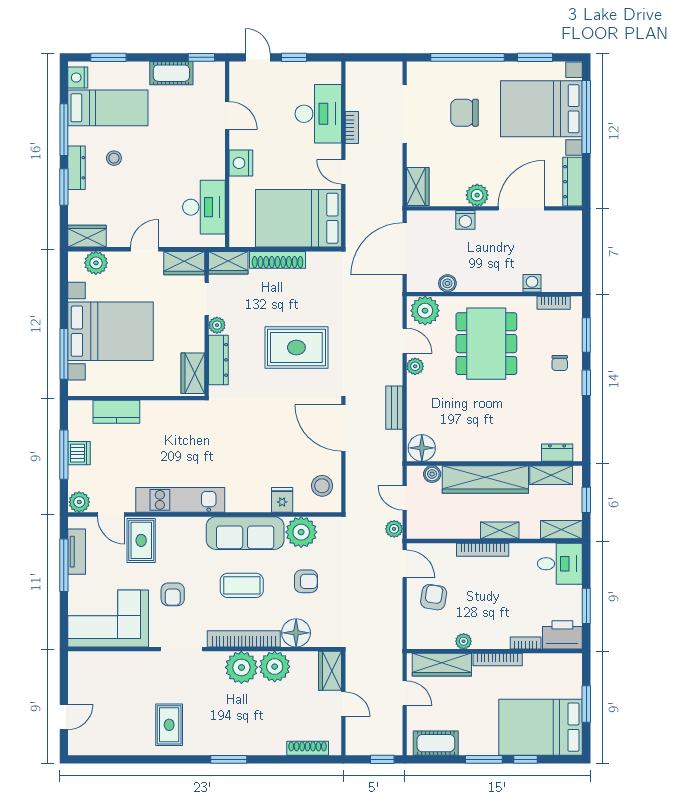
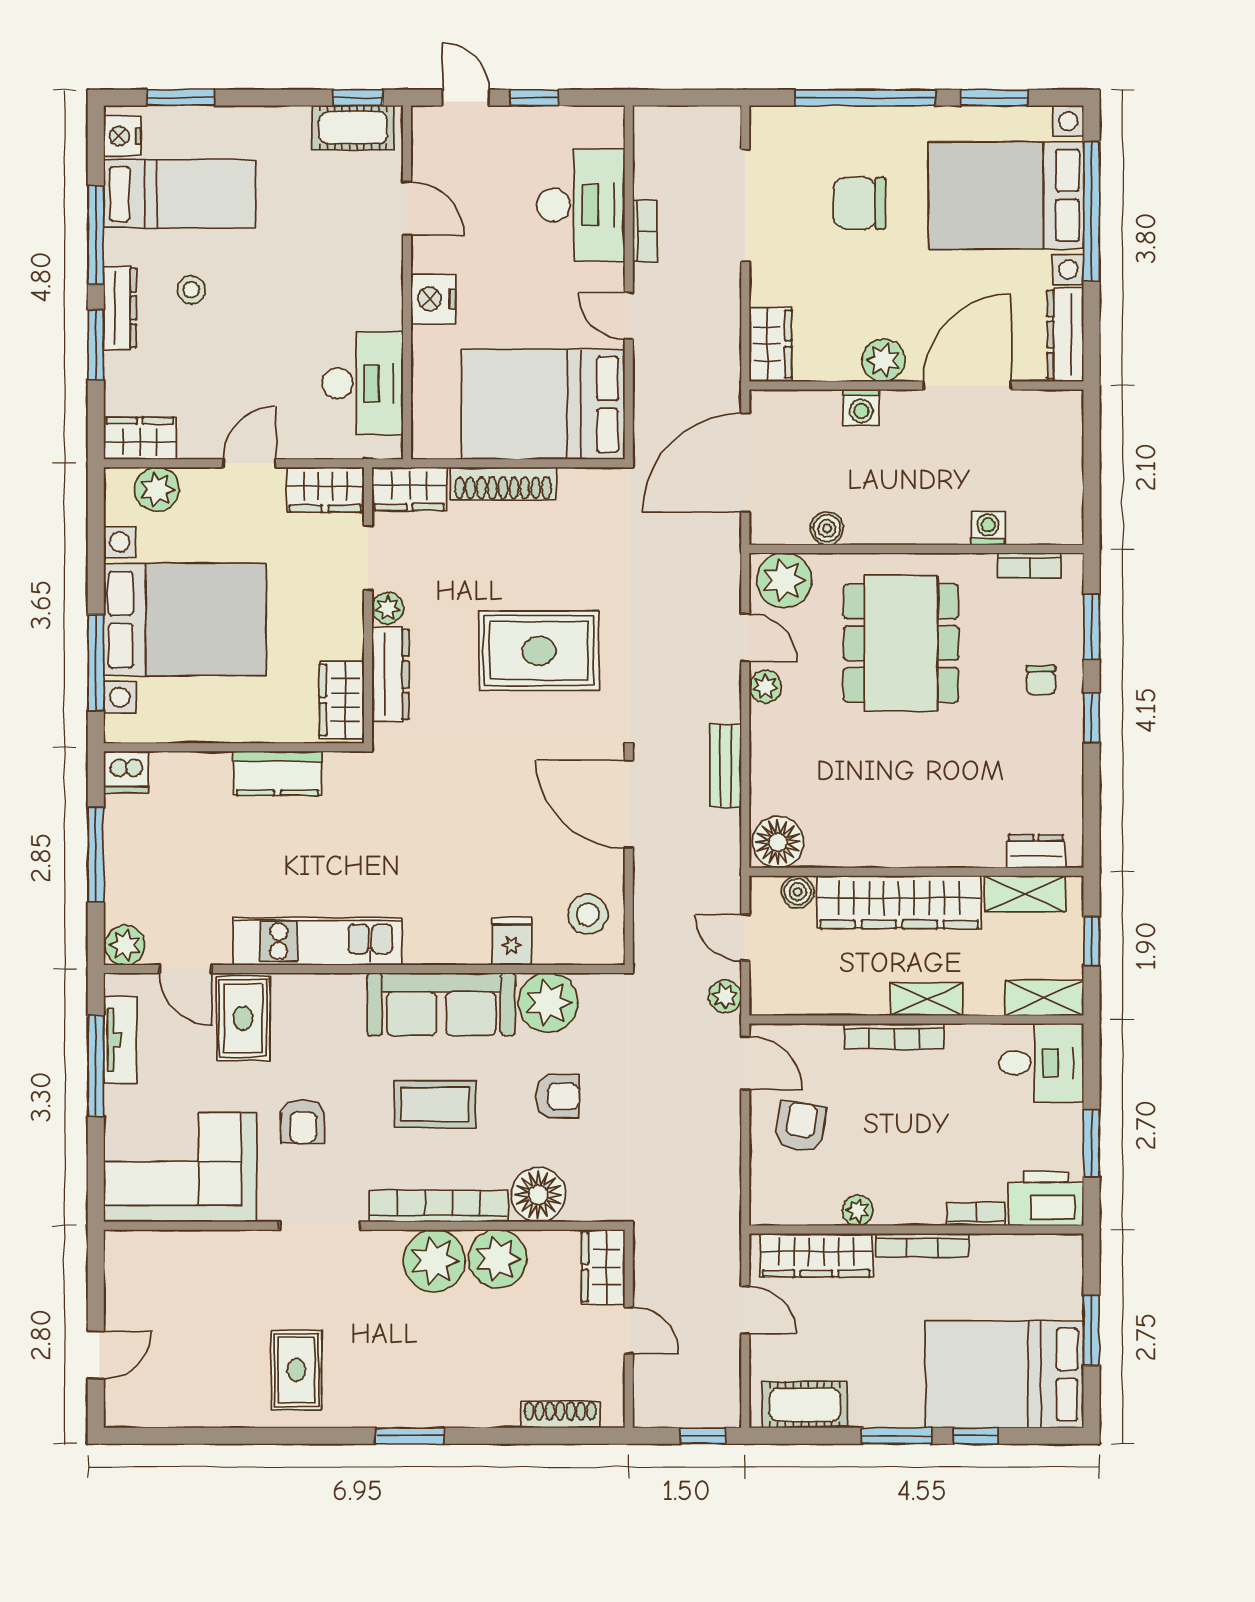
cot: (171, 73) -> (353, 128), moved
kitchen counter: (116, 412) -> (277, 773), moved
dishwasher: (79, 453) -> (126, 772), moved, turned 90

